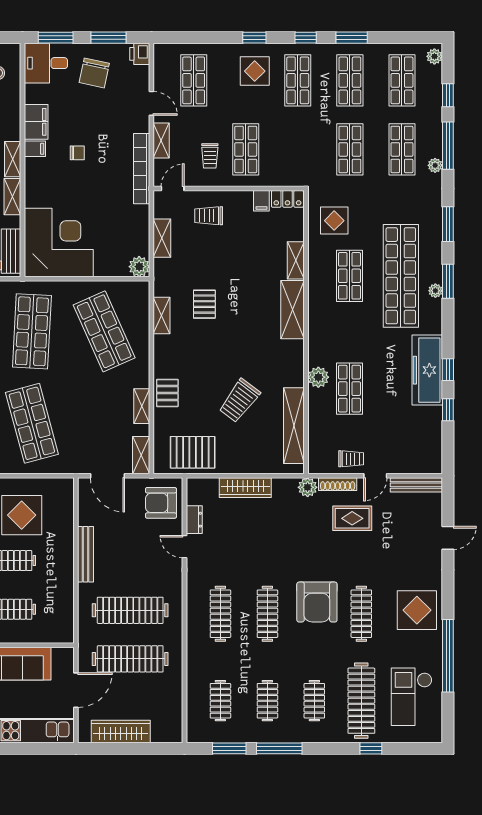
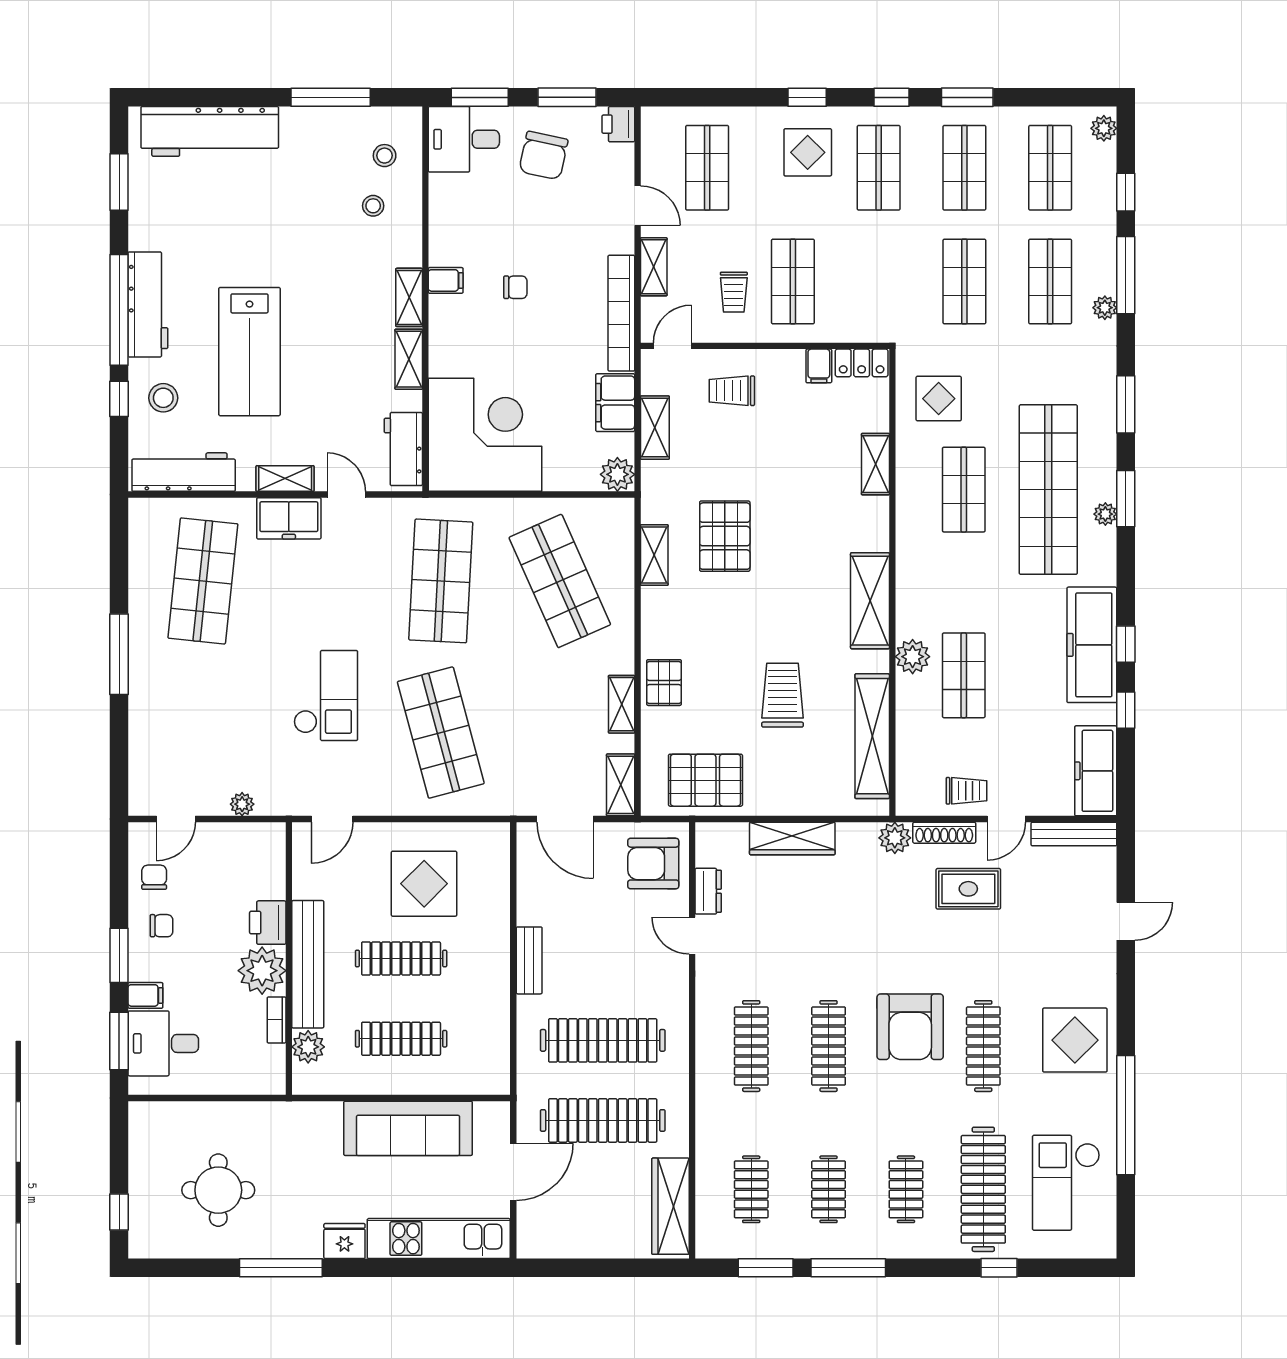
filing cabinet: (36, 122) -> (615, 403), moved, turned 180
pallet: (204, 304) -> (725, 536), width x1.50, depth x1.42
shelving: (293, 310) -> (870, 601), moved
trolley: (239, 401) -> (782, 695), turned 143
freezer: (430, 447) -> (1096, 771), added
bench: (86, 554) -> (529, 960), width x0.73
wardrobe: (121, 732) -> (670, 1206), moved, turned -90

